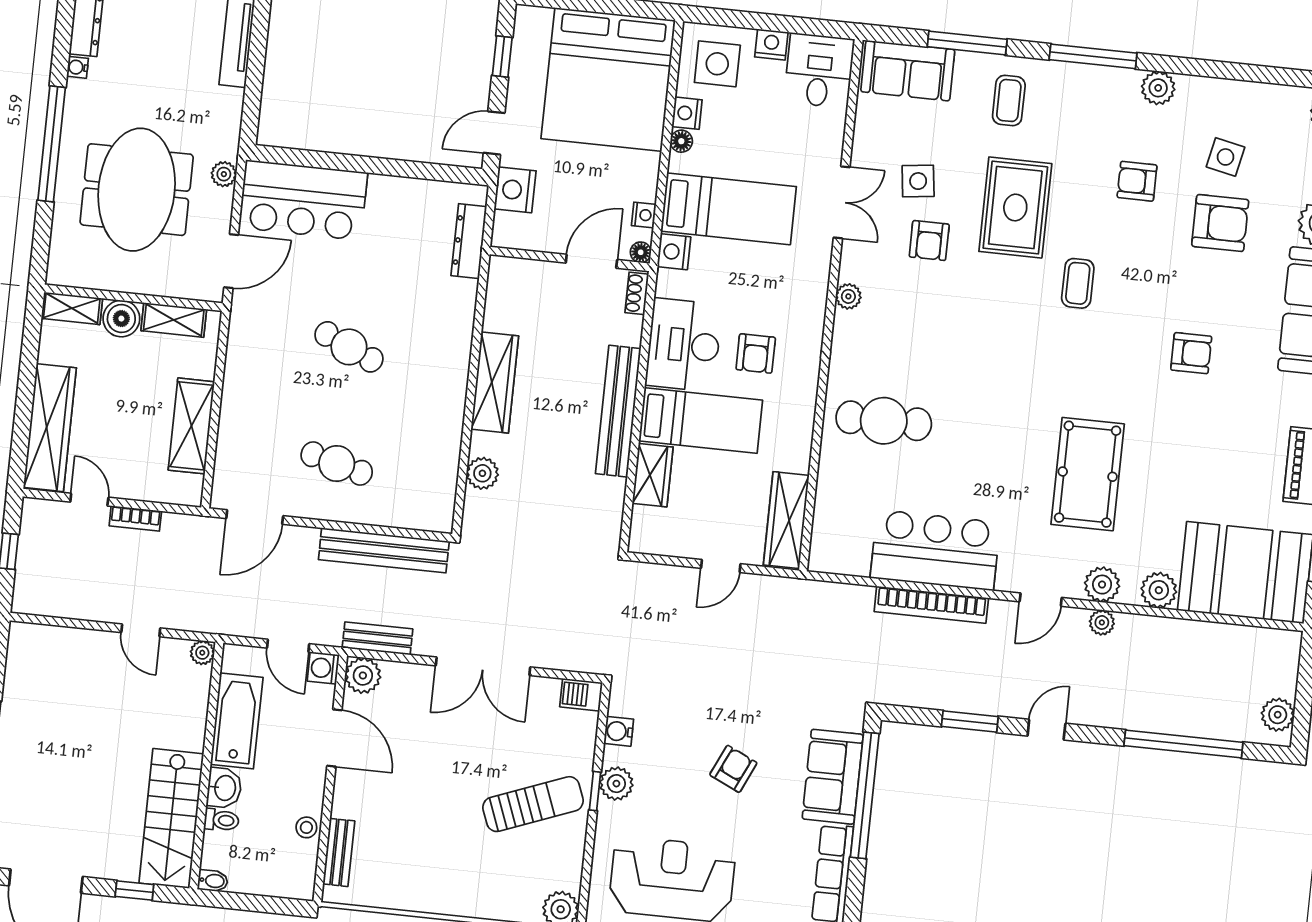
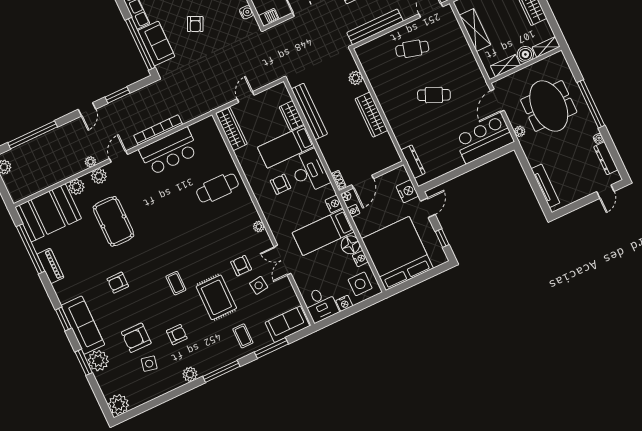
floor lamp: (681, 141) -> (350, 245), width x1.89, depth x1.89
bench: (618, 411) -> (309, 111), moved
pool table: (1088, 474) -> (113, 221), moved

